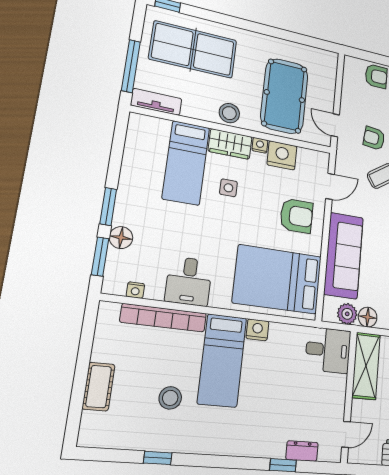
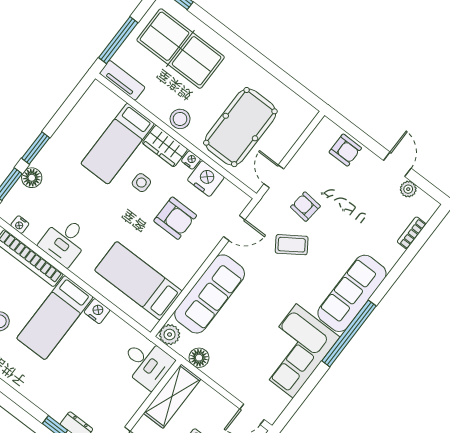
armchair: (297, 216) -> (175, 218), moved
bed: (278, 279) -> (138, 281), width x0.67
plant: (347, 314) -> (170, 335), moved

